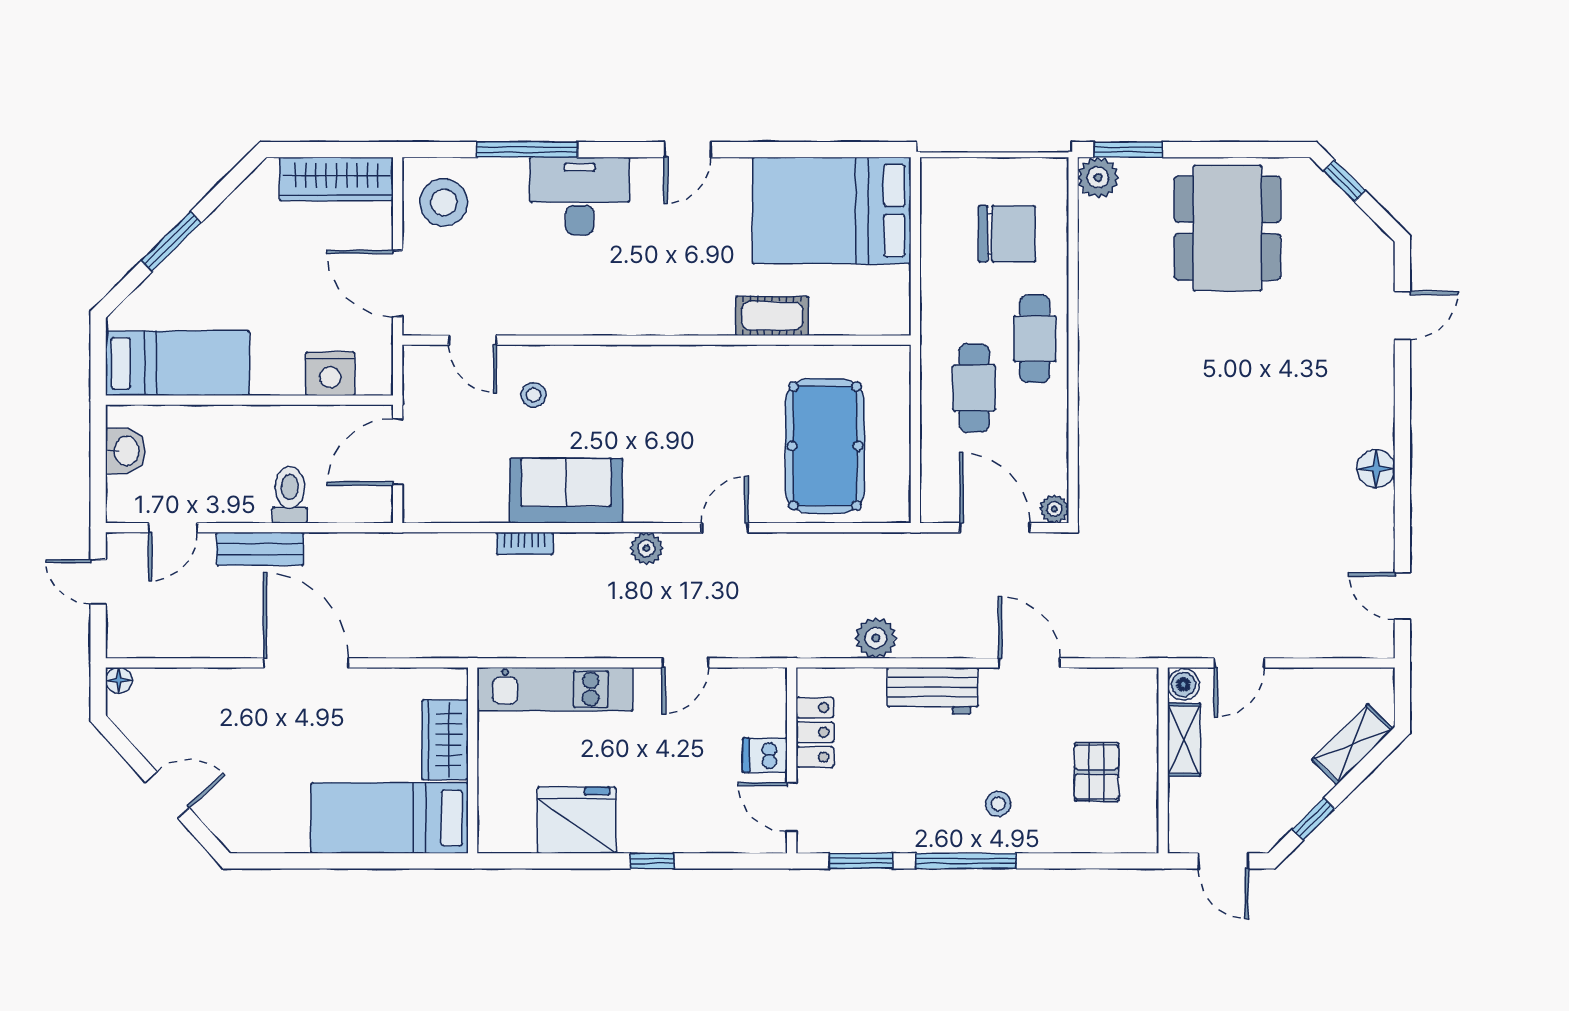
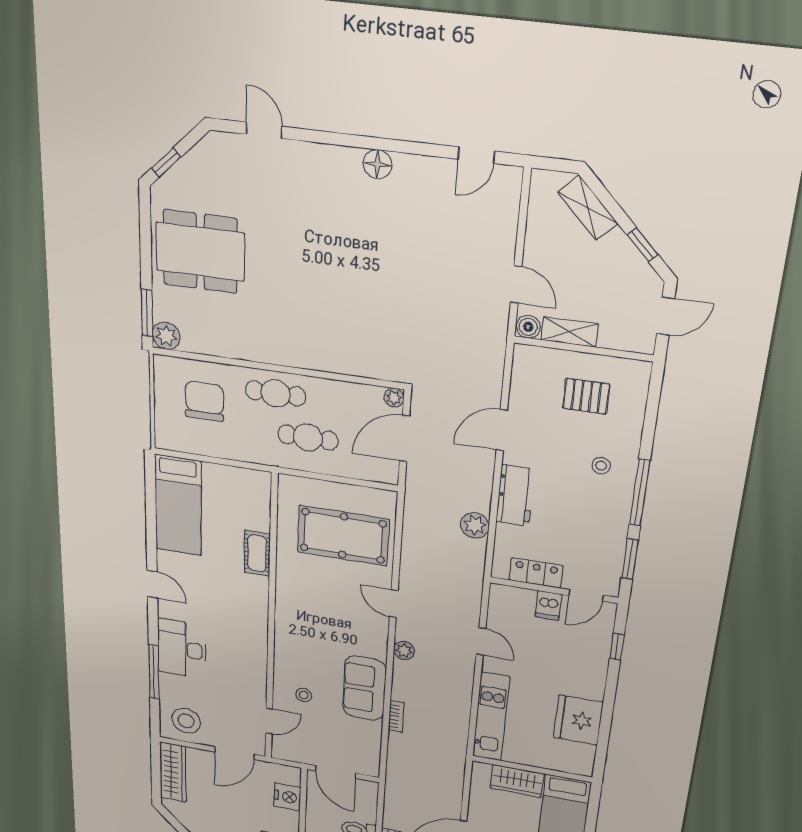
bed: (832, 210) -> (178, 505), width x0.67
window: (652, 861) -> (617, 647), moved

